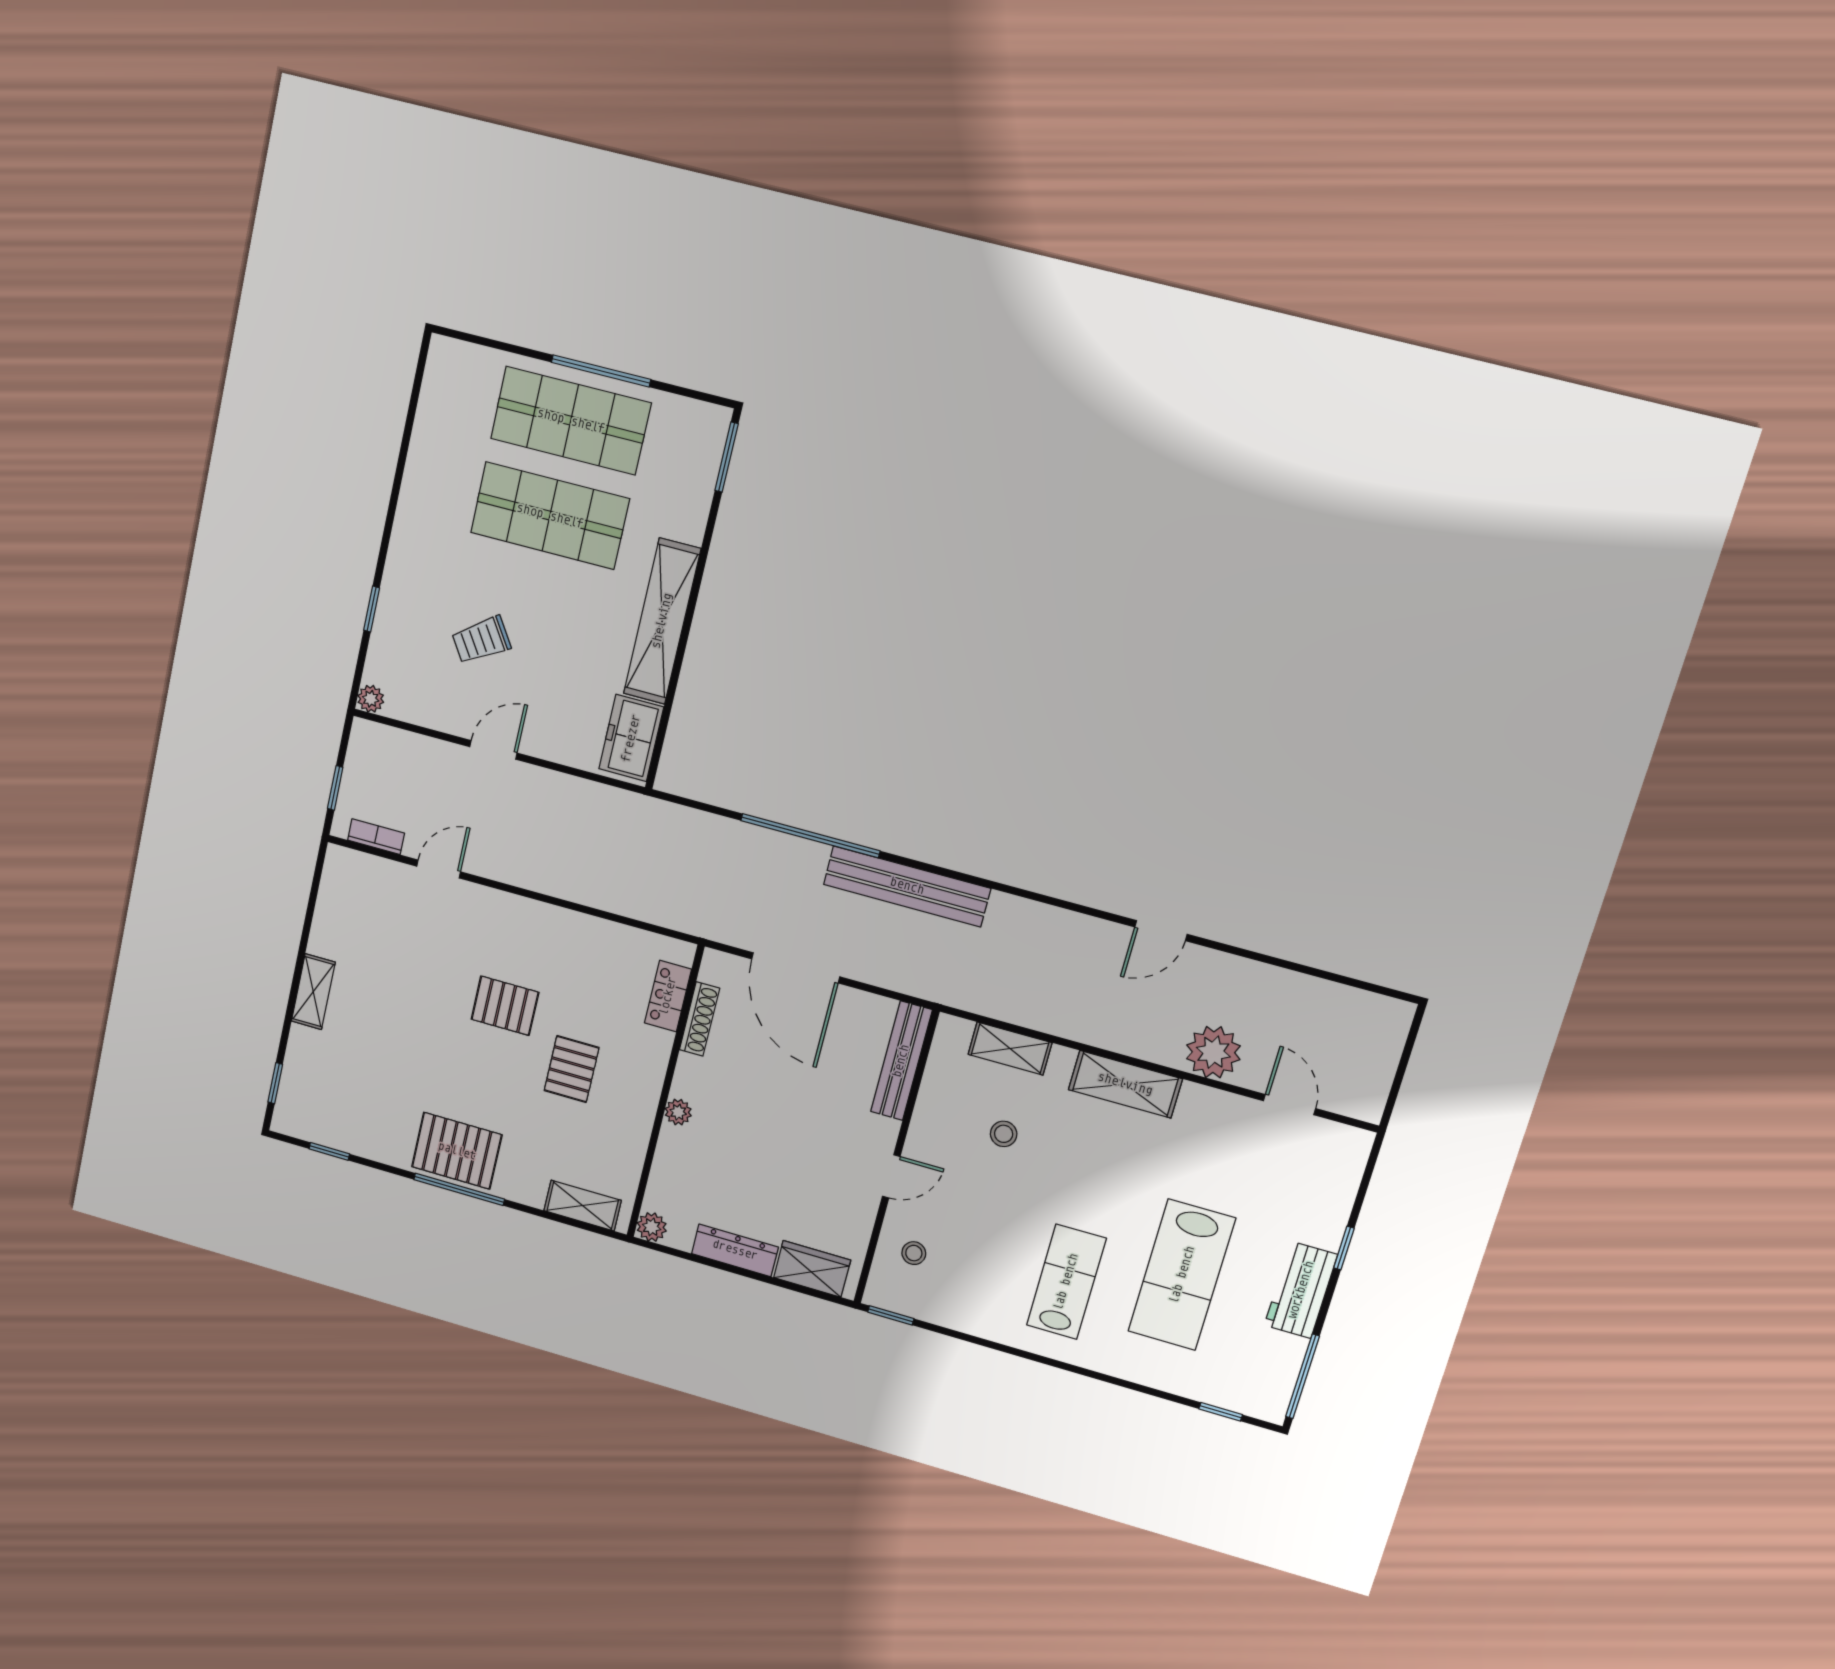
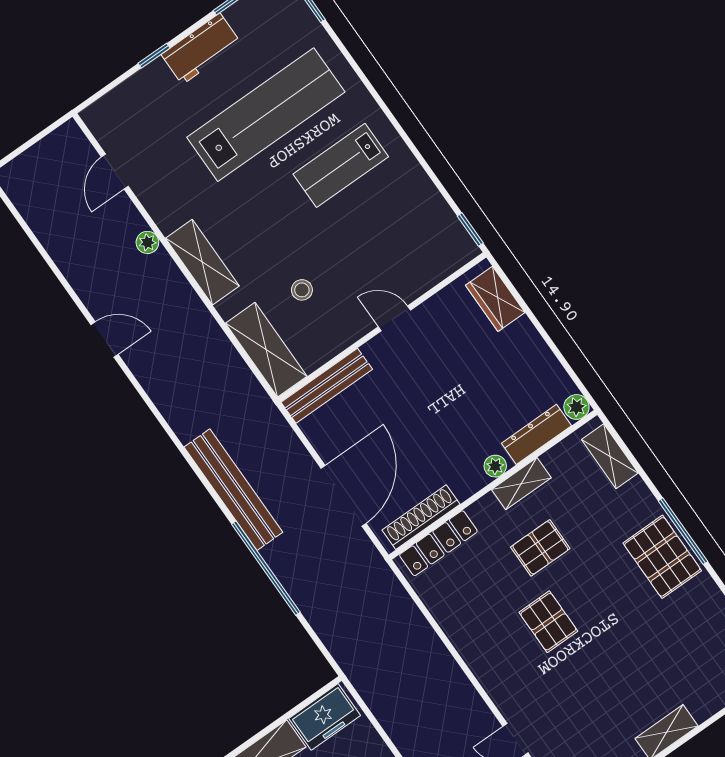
locker: (668, 996) -> (438, 543), width x1.53
shoe rack: (700, 1019) -> (421, 517), width x1.36, depth x1.24
shelving: (1010, 1049) -> (266, 350), width x1.50, depth x1.33
plant: (1213, 1052) -> (147, 242), width x0.53, depth x0.53
shelving: (640, 1115) -> (521, 484), added
dresser: (735, 1250) -> (536, 434), moved, turned 90
stool: (914, 1253) -> (421, 258), removed
lab bench: (1182, 1275) -> (266, 115), width x1.36

